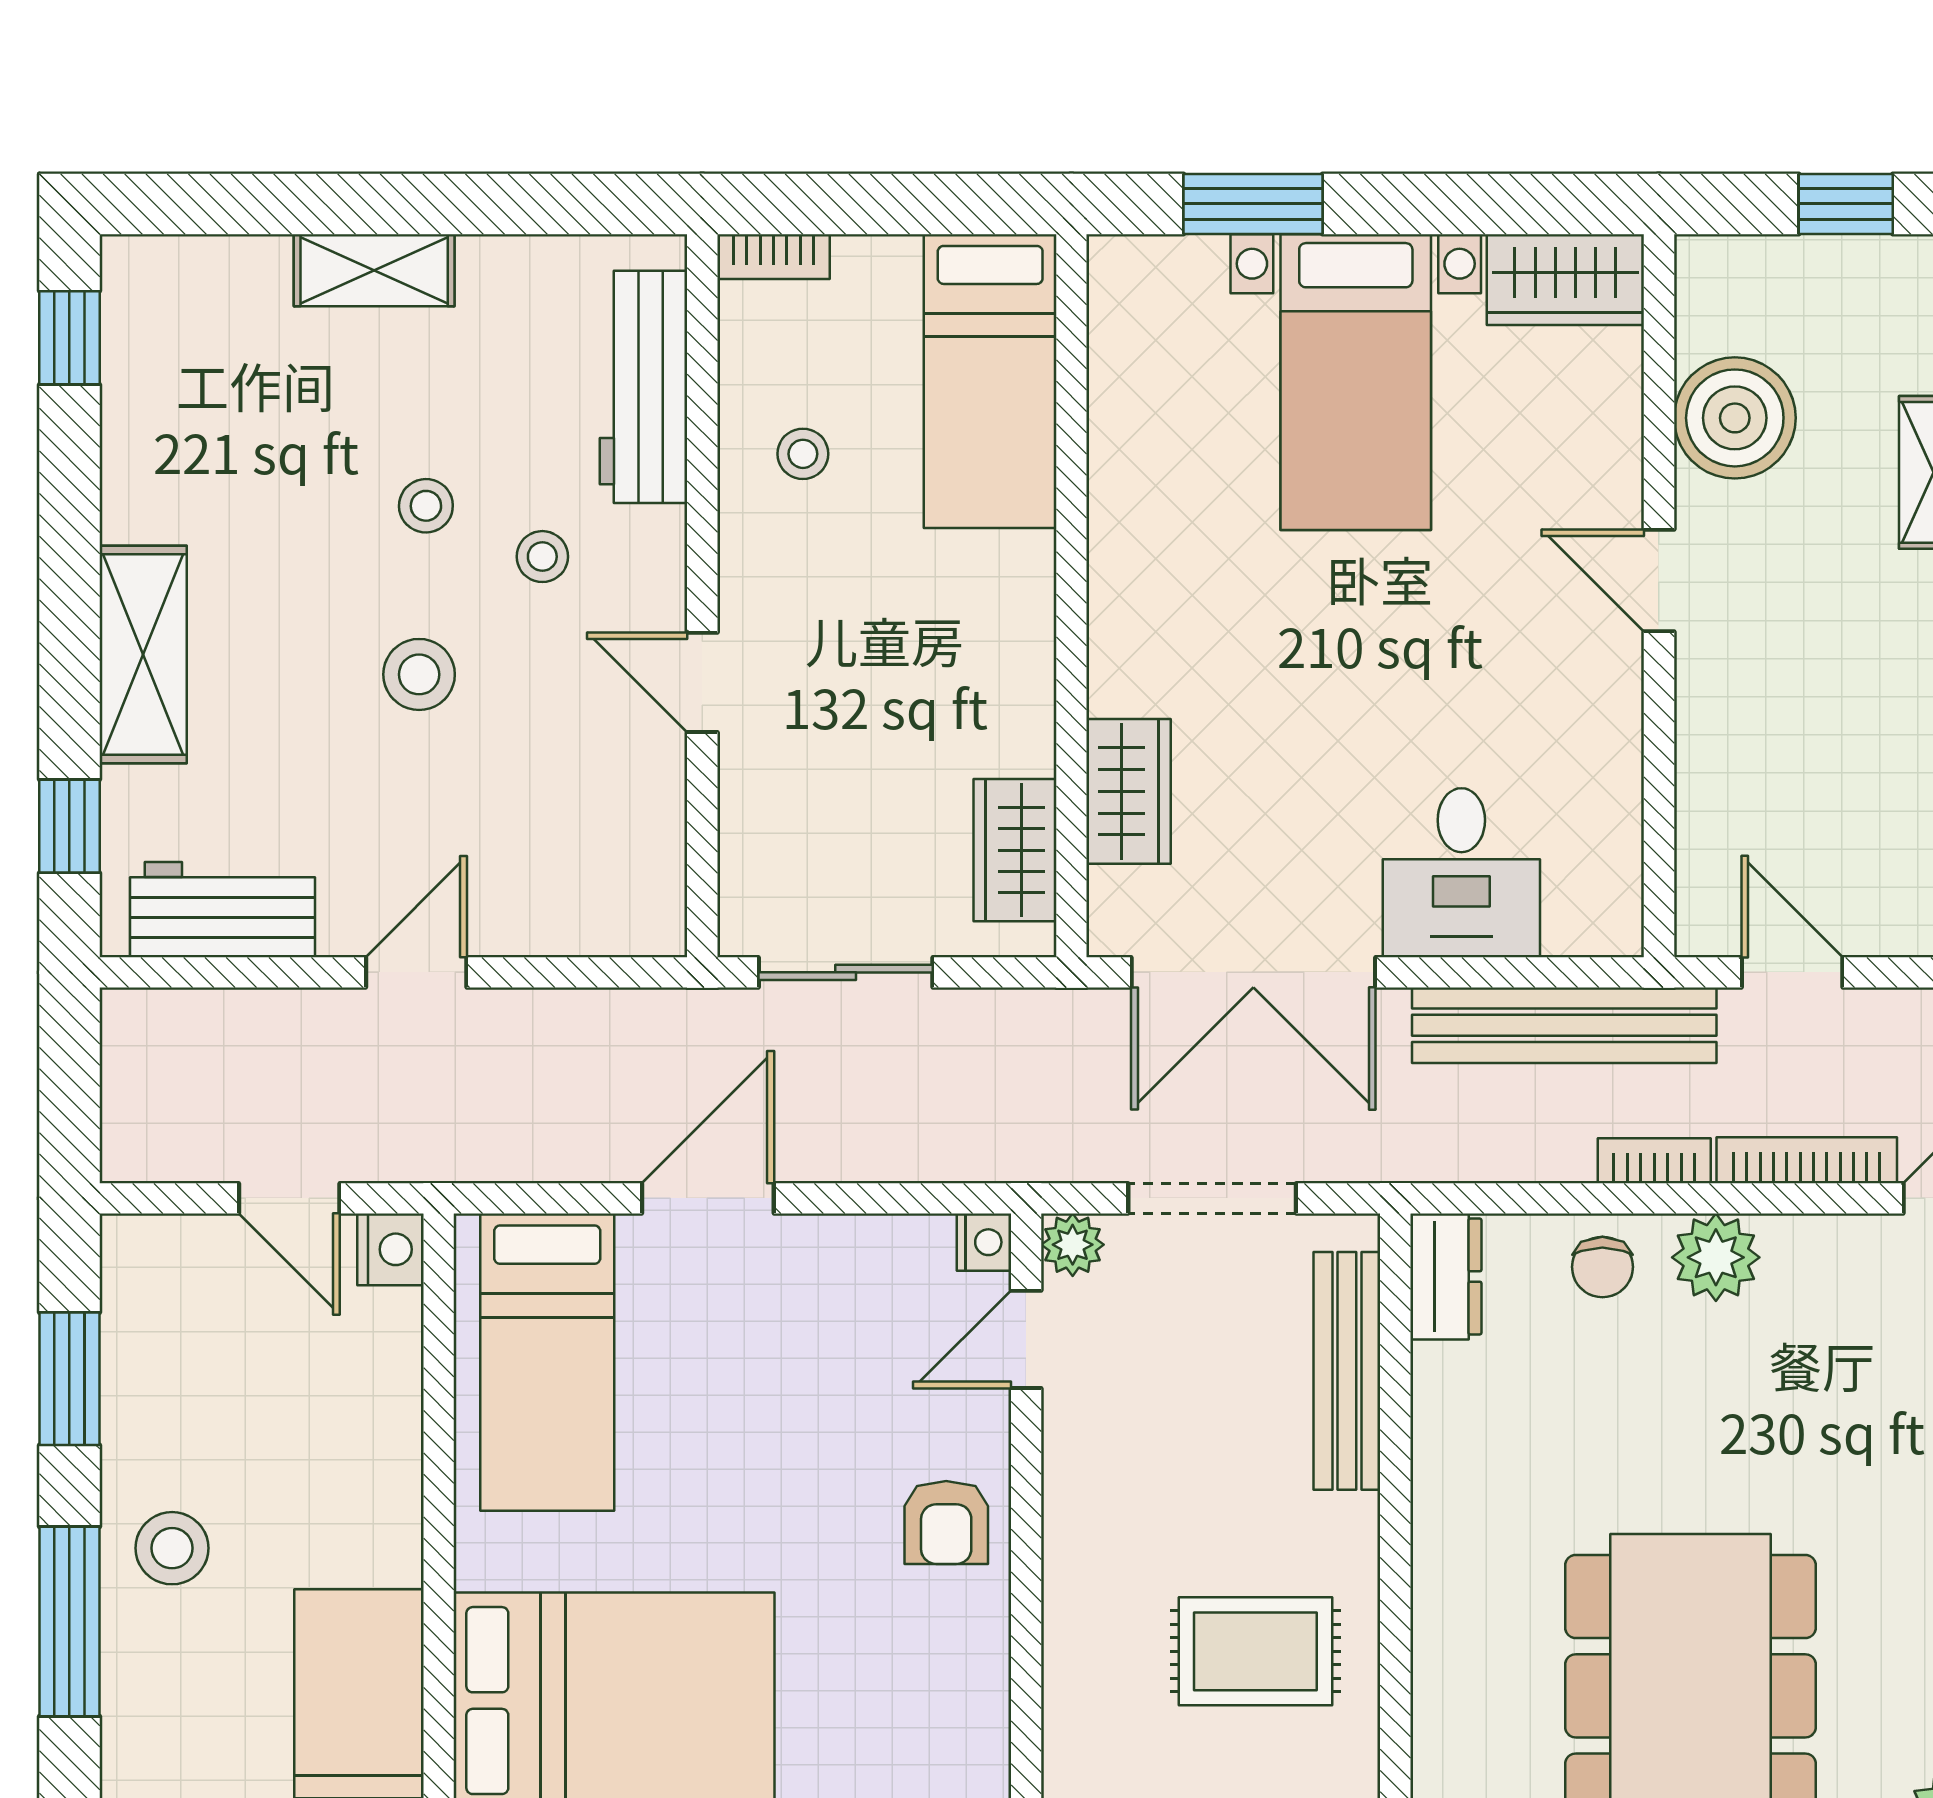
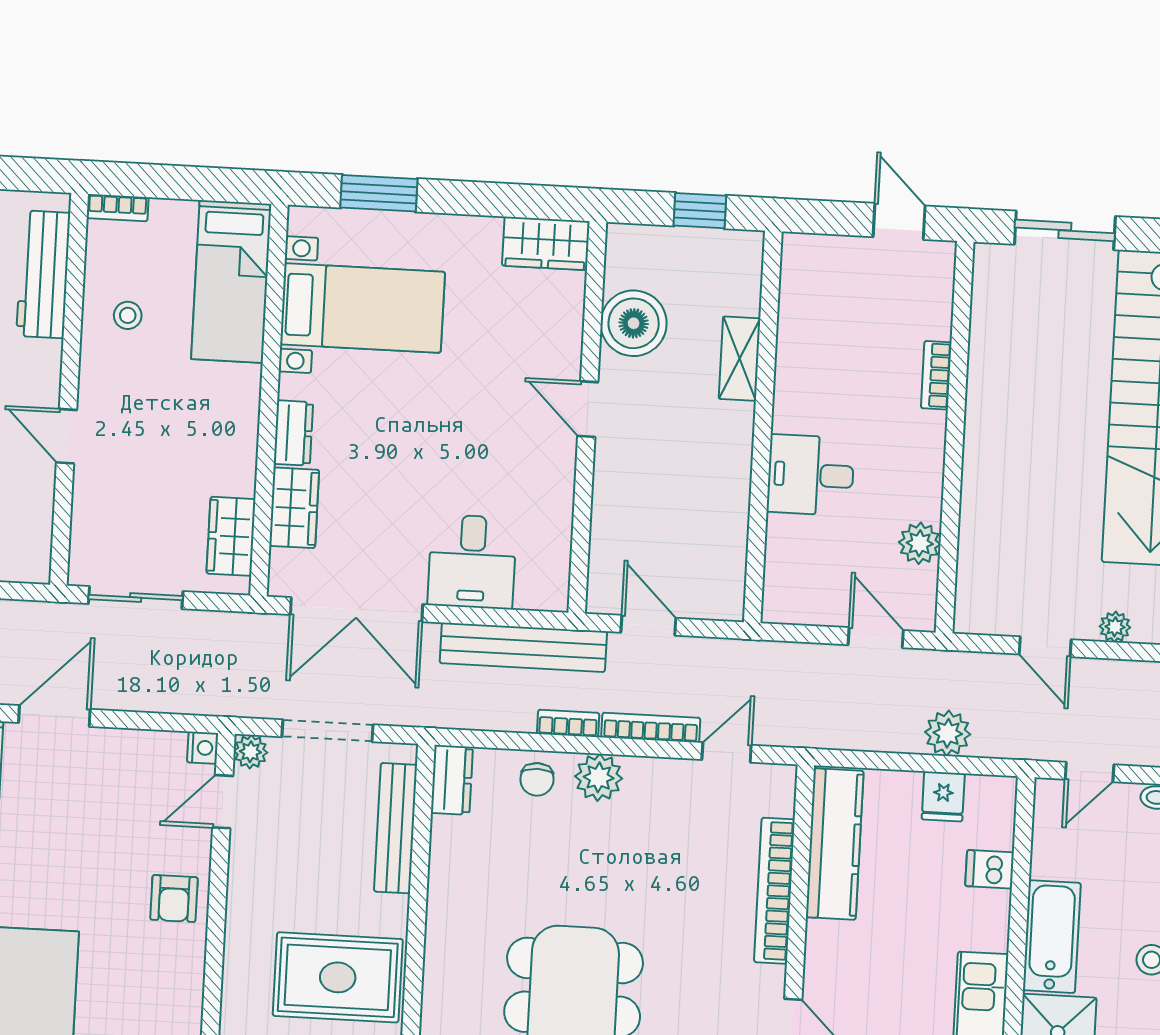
bed with nightstands: (1356, 382) -> (363, 308), moved, turned -90
dresser: (1120, 654) -> (293, 433), added
rug: (1255, 1651) -> (338, 977), width x1.36, depth x1.43

